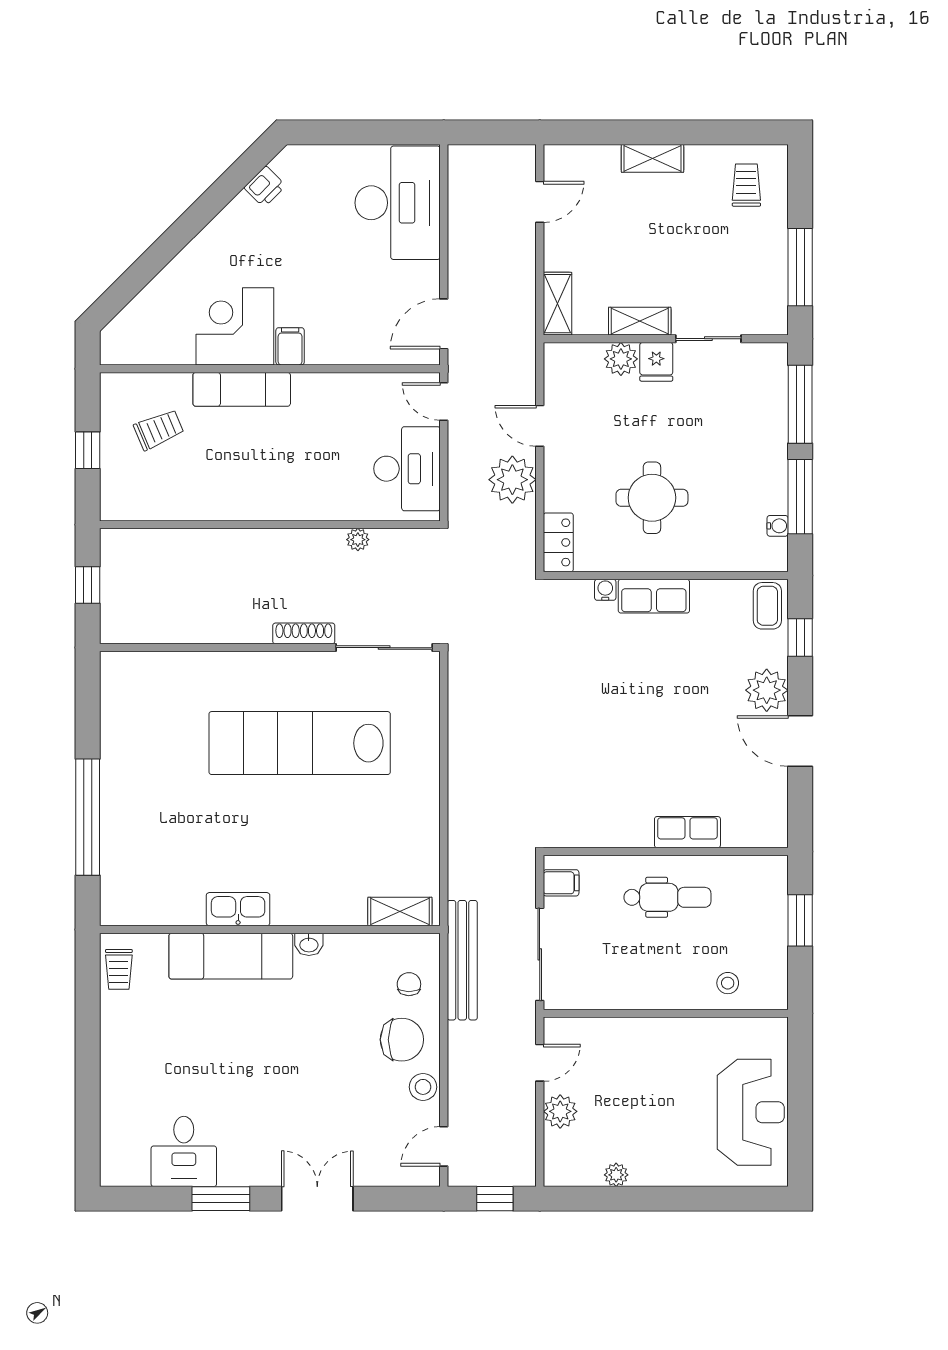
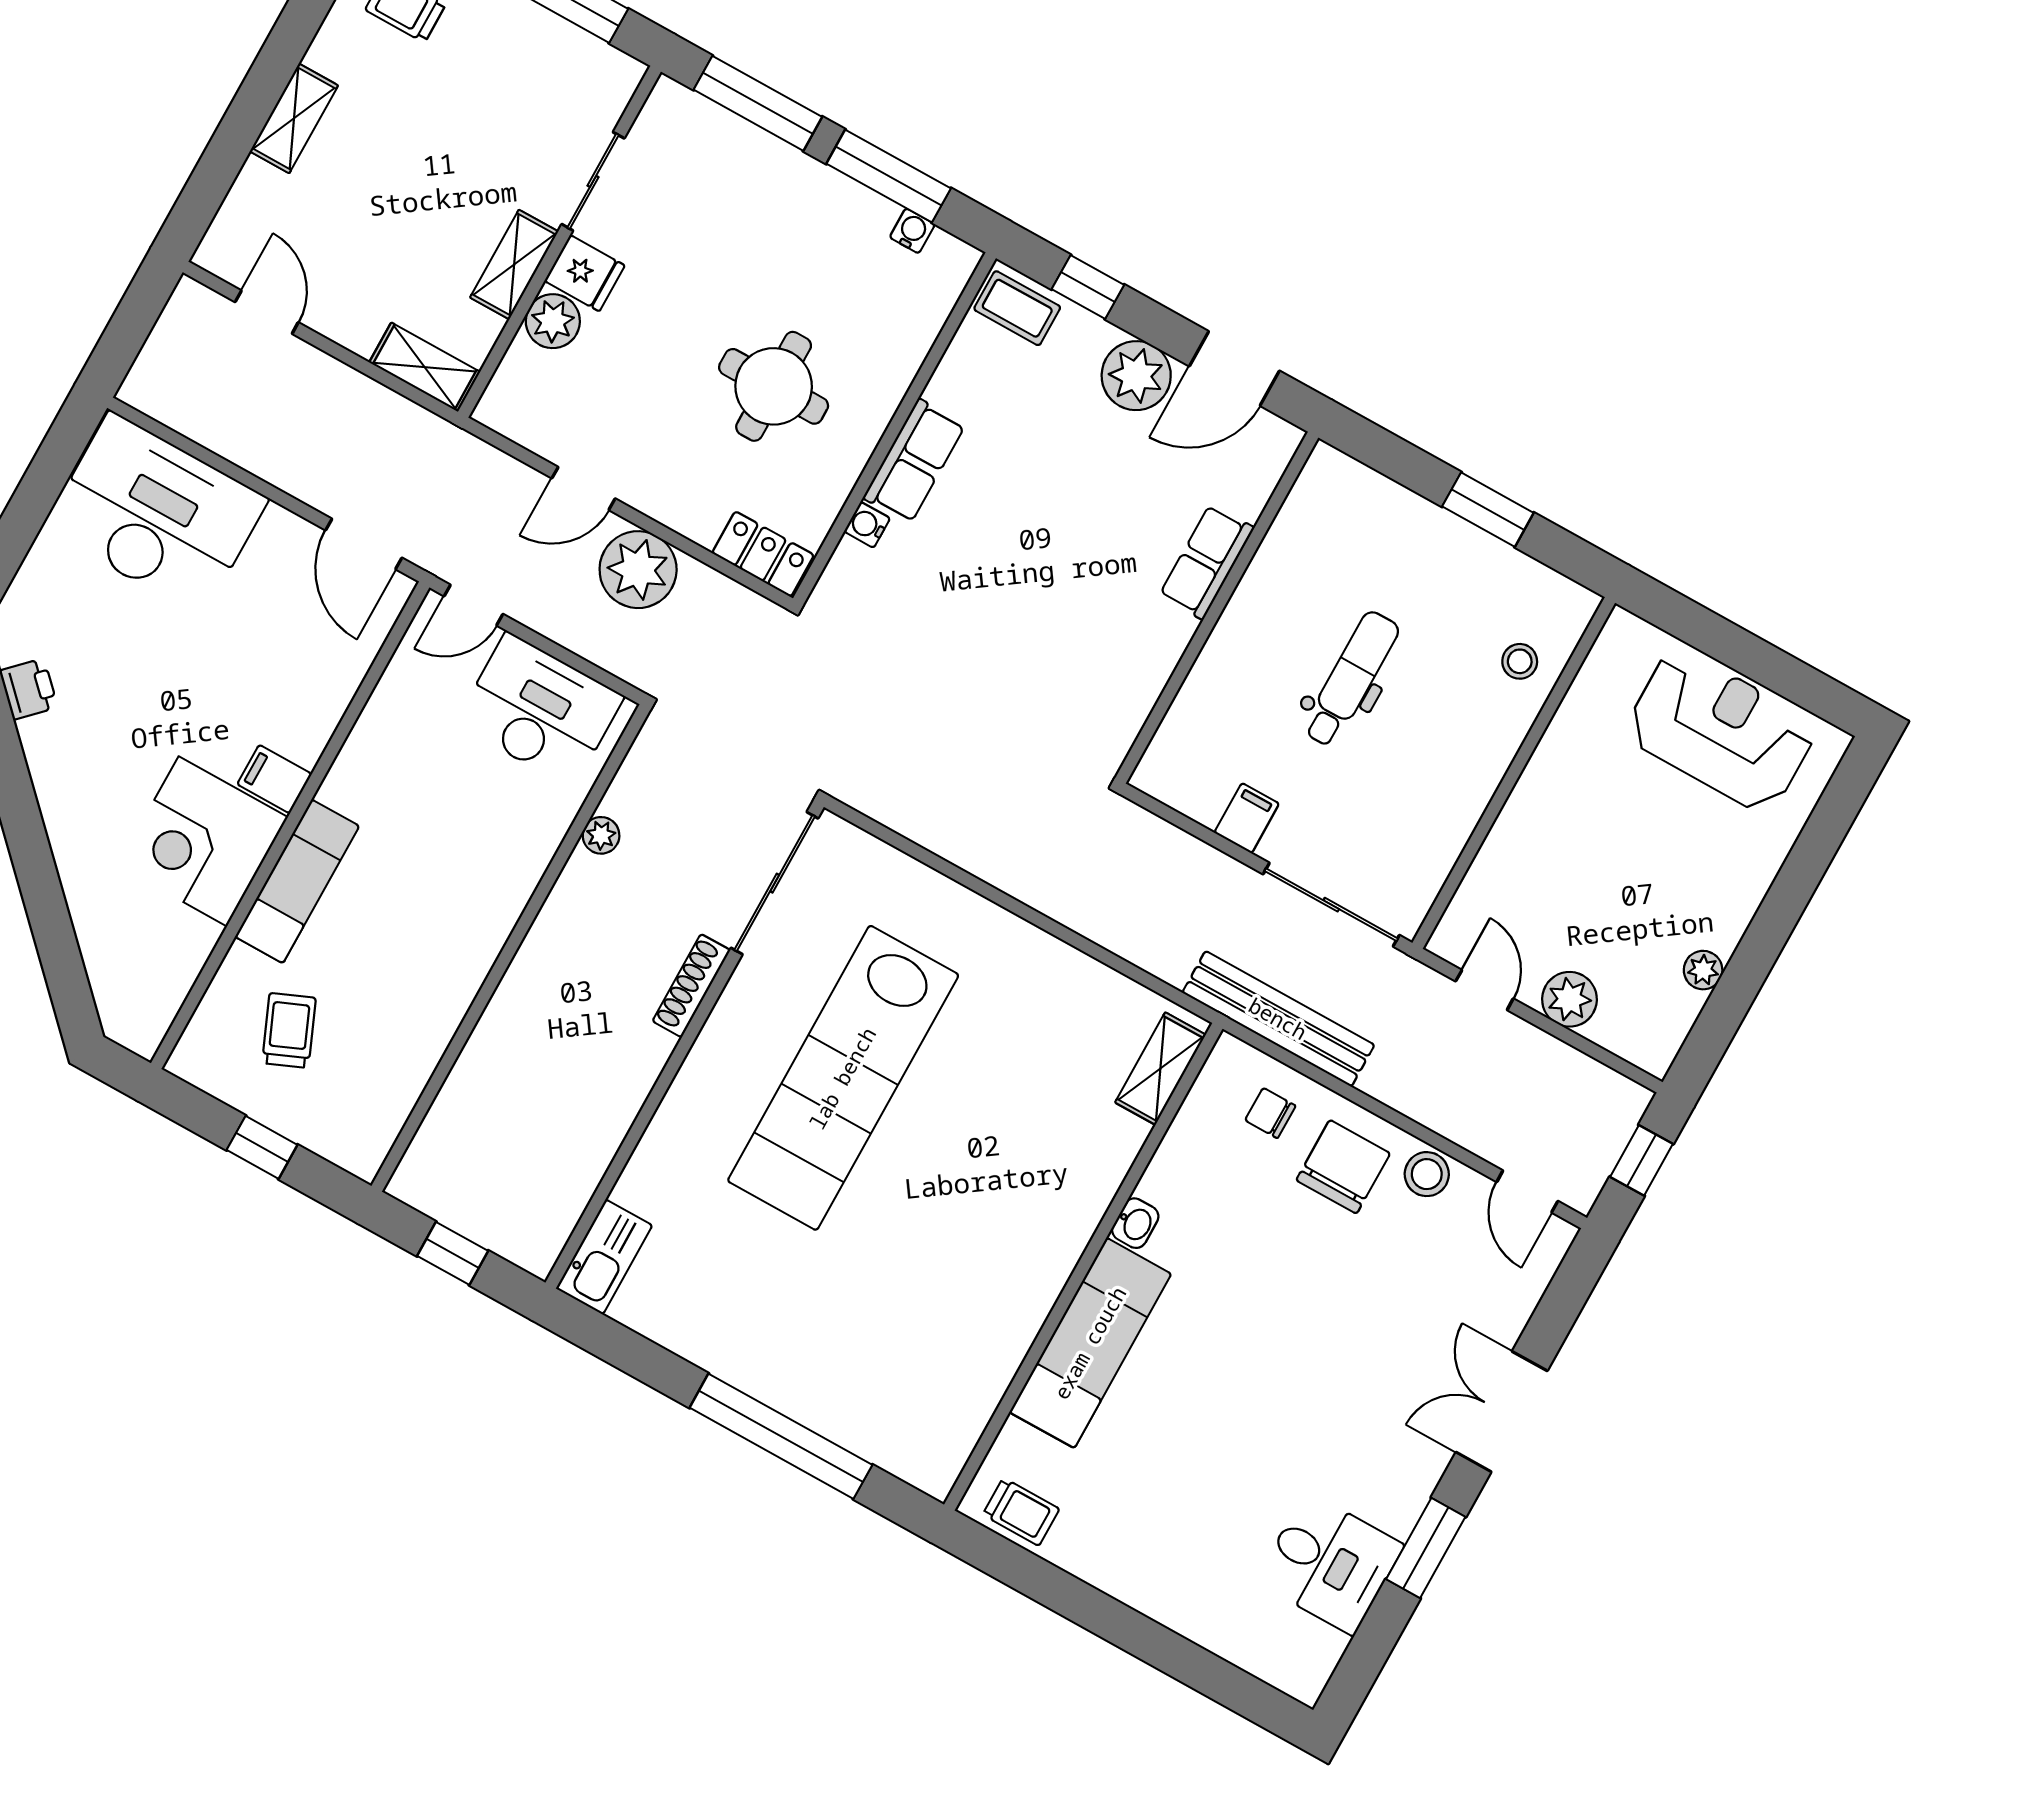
row of seats: (687, 832) -> (1207, 562), moved
wall: (666, 851) -> (1217, 608), moved
kitchen sink: (238, 909) -> (604, 1257), moved, turned 180

